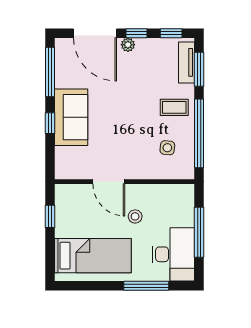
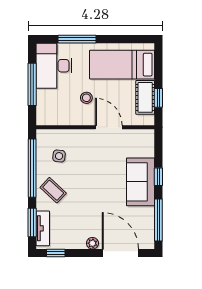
window: (137, 33) -> (85, 253), removed
coffee table: (174, 107) -> (53, 190), turned 43
cot: (66, 217) -> (145, 97), added

